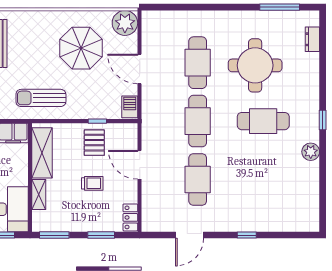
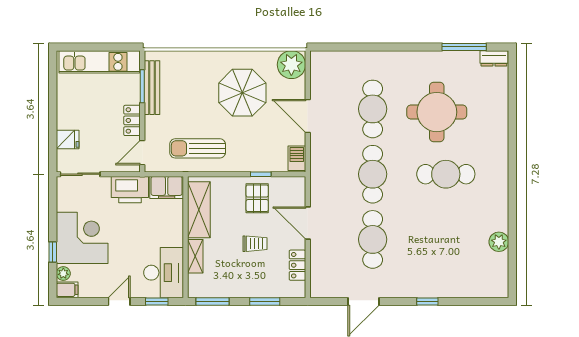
dresser: (312, 39) -> (494, 58), moved, turned -90
window: (323, 120) -> (512, 173), removed
plant: (311, 152) -> (499, 242), moved
locker: (130, 217) -> (297, 265), moved

